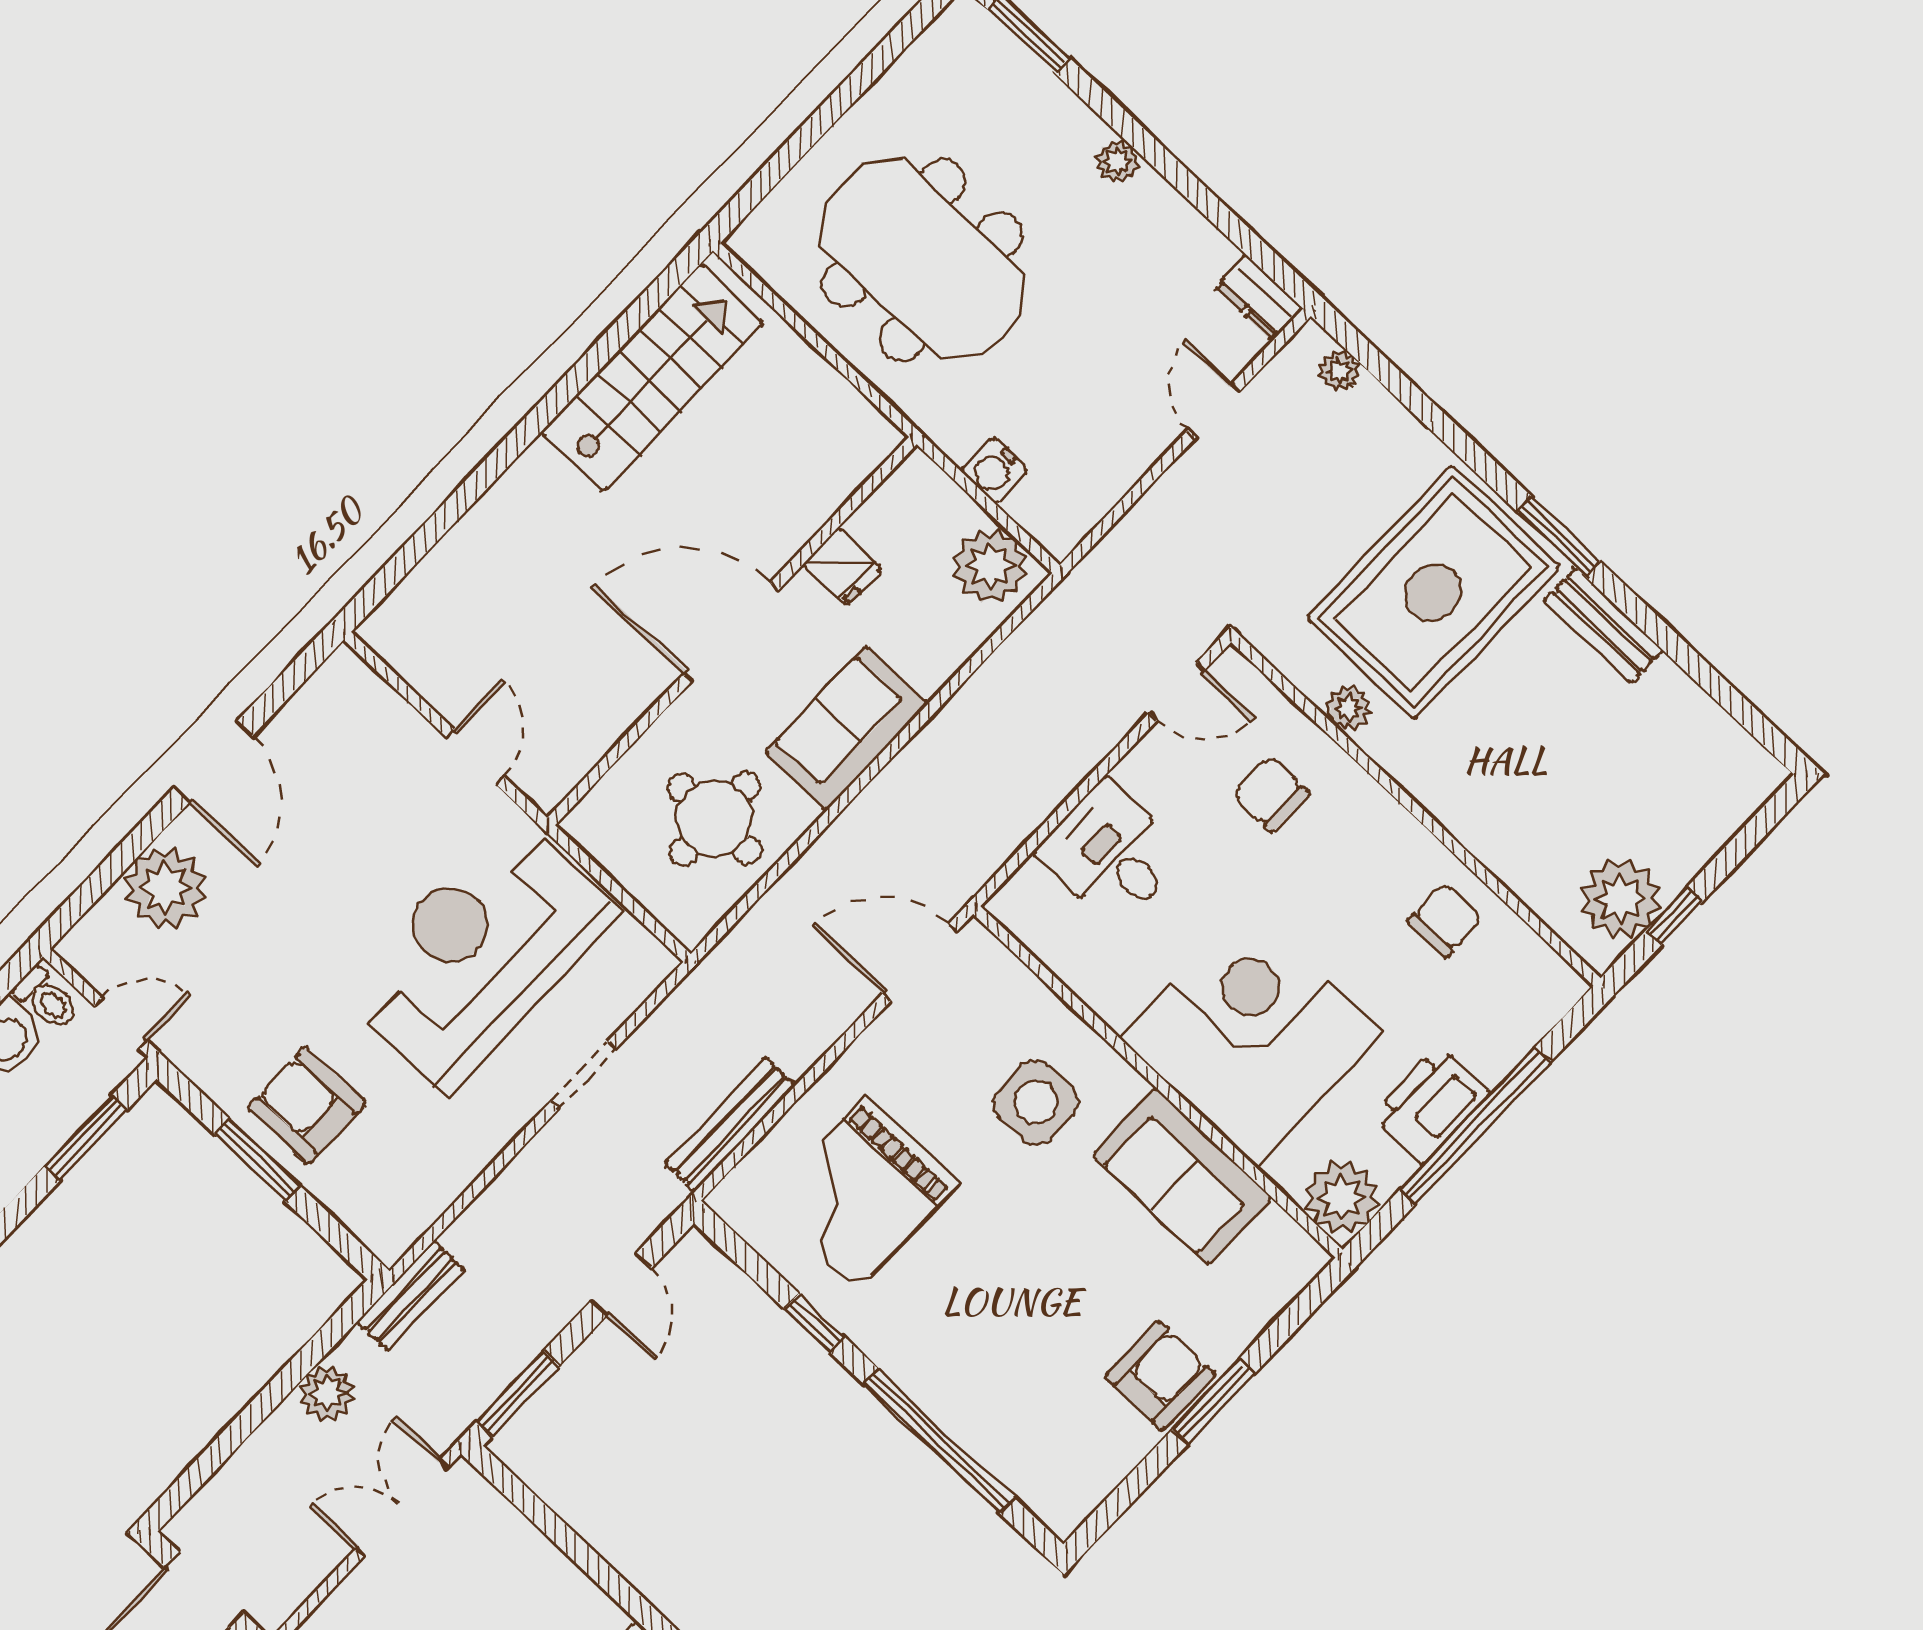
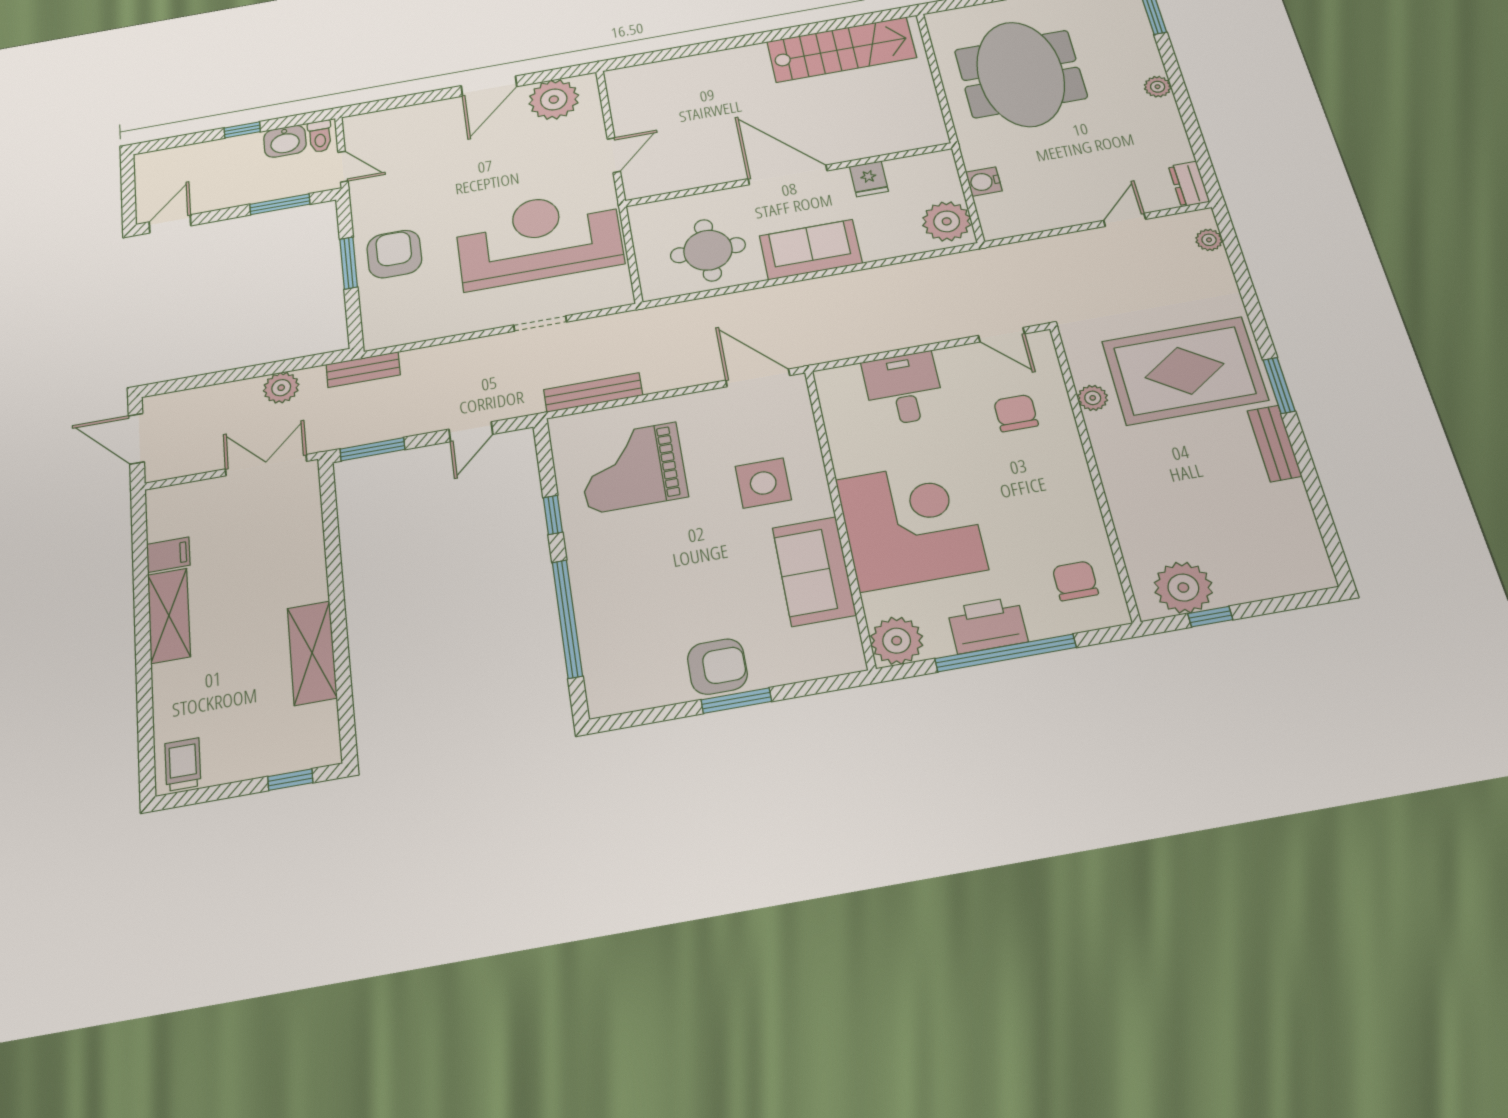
plant: (165, 888) -> (554, 100), moved
chair: (1445, 920) -> (1075, 581), moved, turned -90

